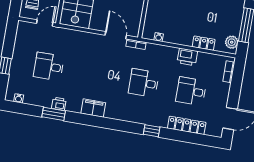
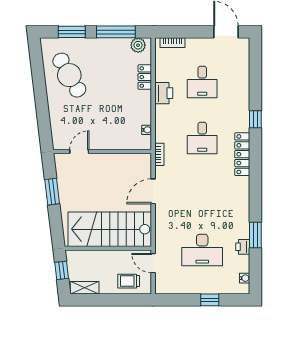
door: (116, 35) -> (153, 191), moved
desk: (49, 67) -> (202, 250), width x1.37
printer: (59, 104) -> (243, 247), moved
filing cabinet: (93, 108) -> (241, 191), removed
locker: (187, 125) -> (242, 154), moved

